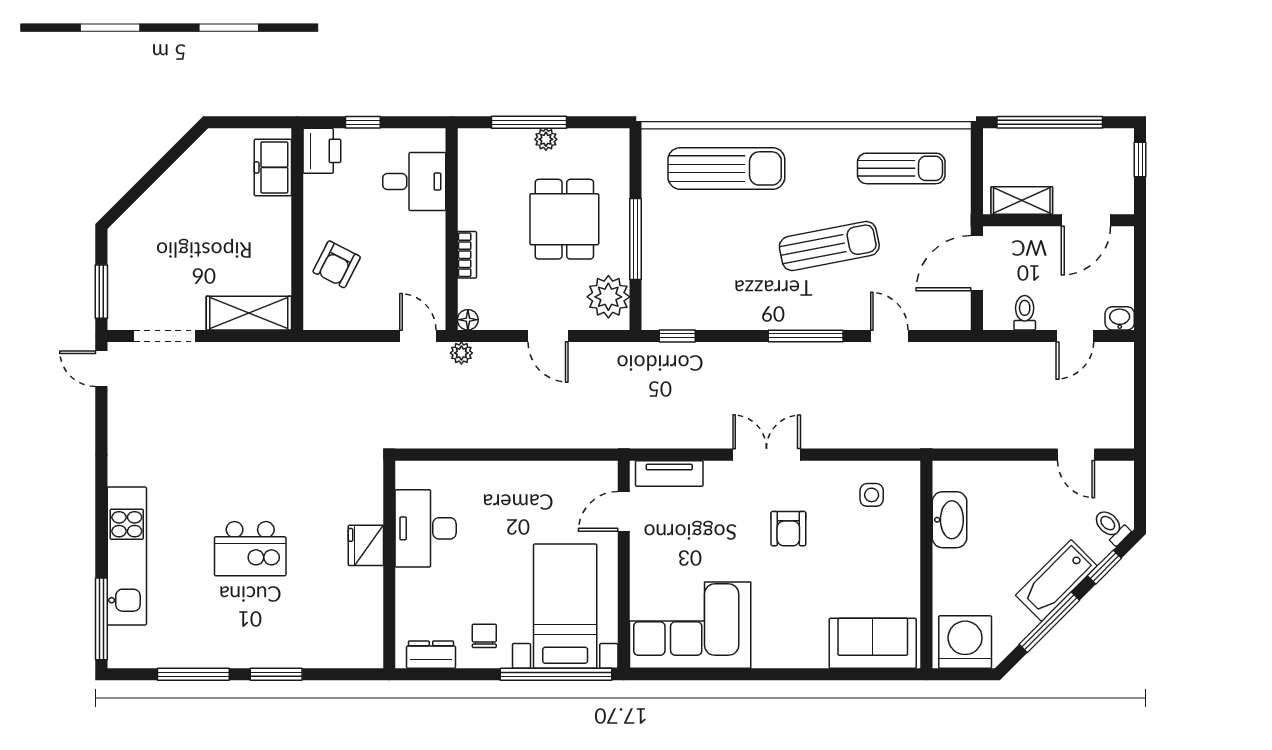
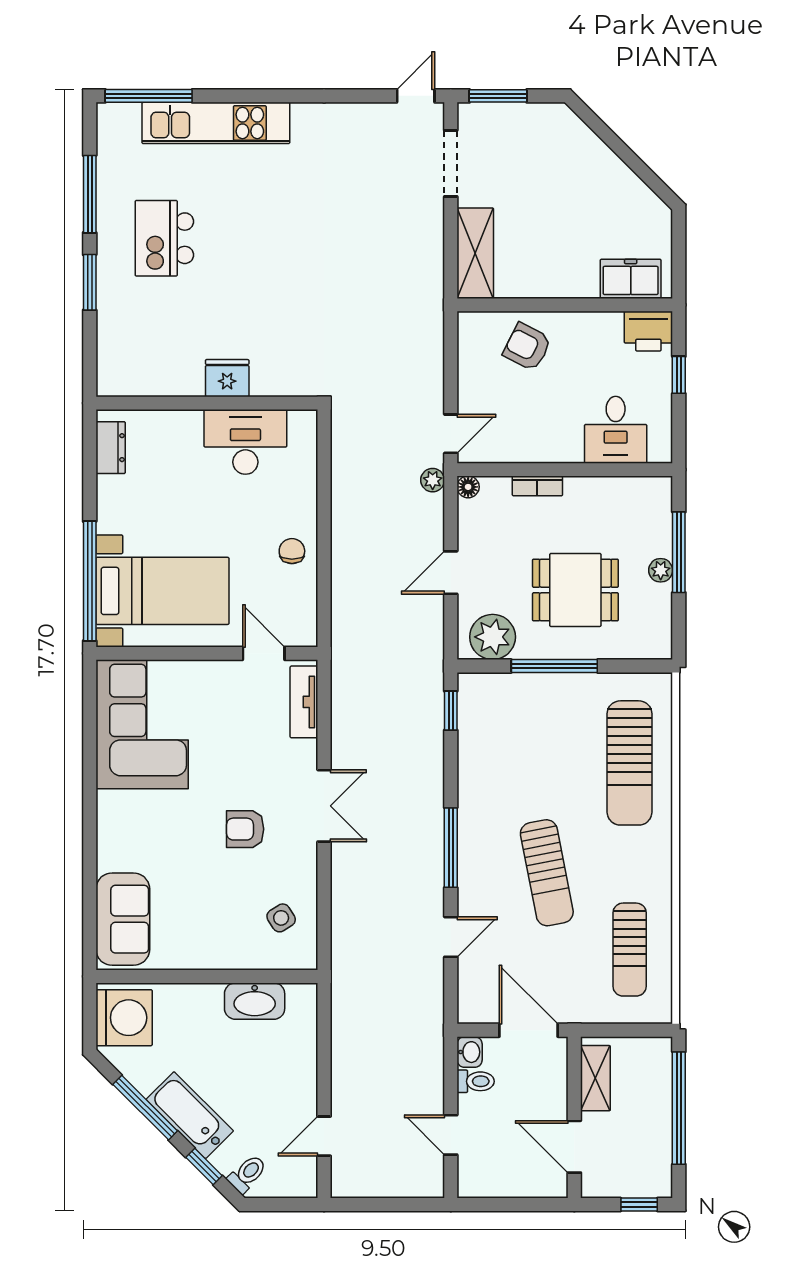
washbasin: (1120, 318) -> (470, 1052), moved
side table: (872, 495) -> (281, 918), turned -32
kitchen island: (250, 549) -> (164, 238), moved
chair: (484, 636) -> (292, 551), moved, turned -90

